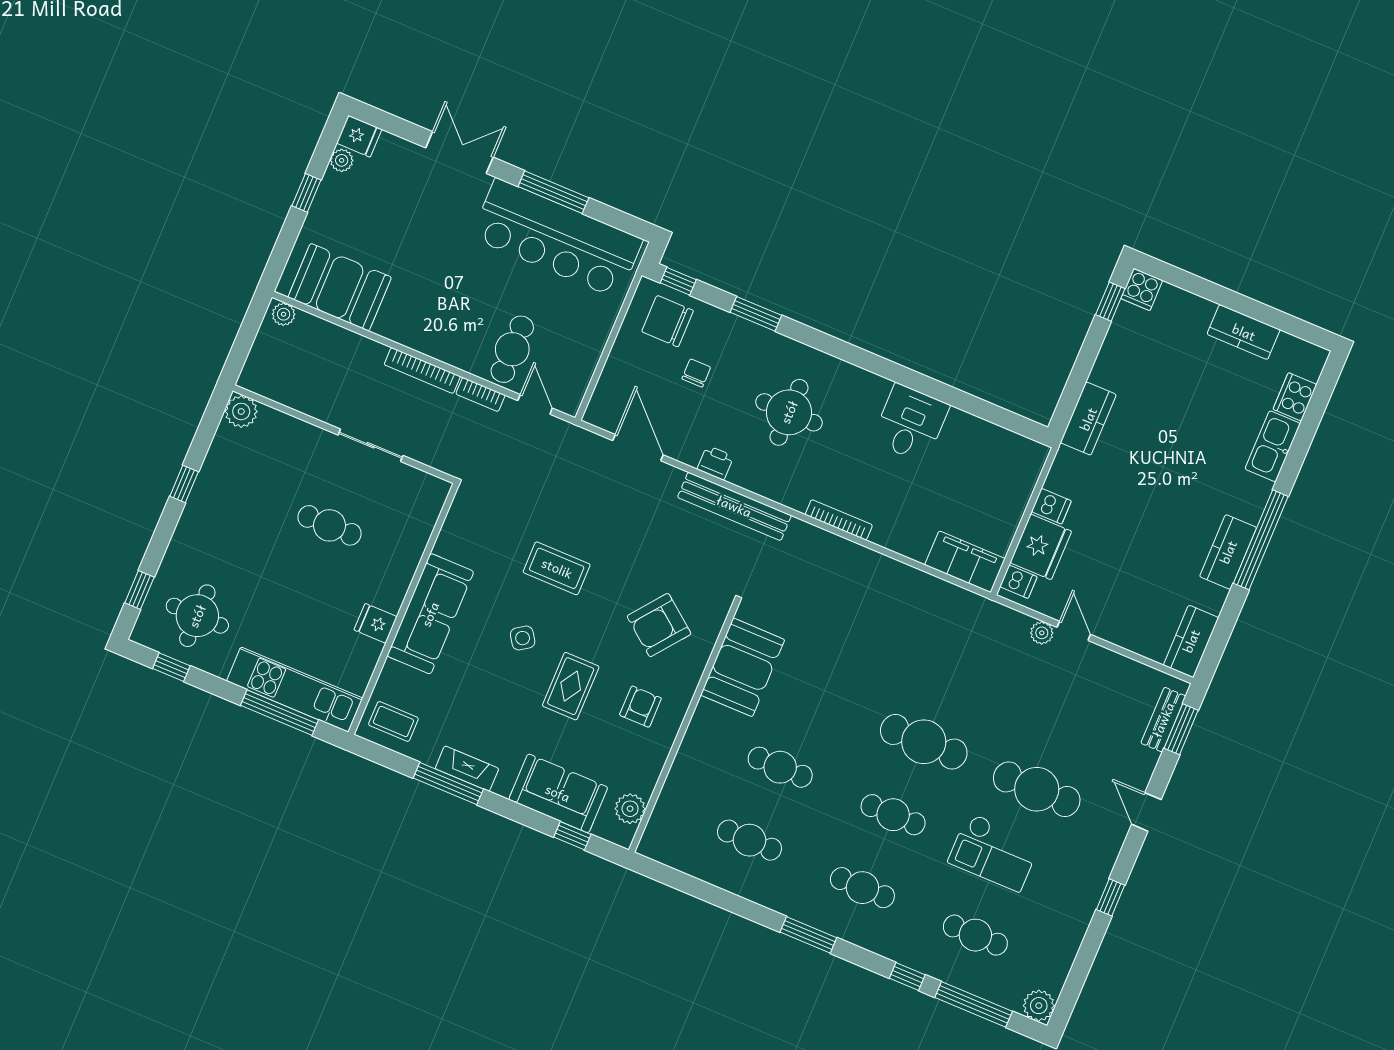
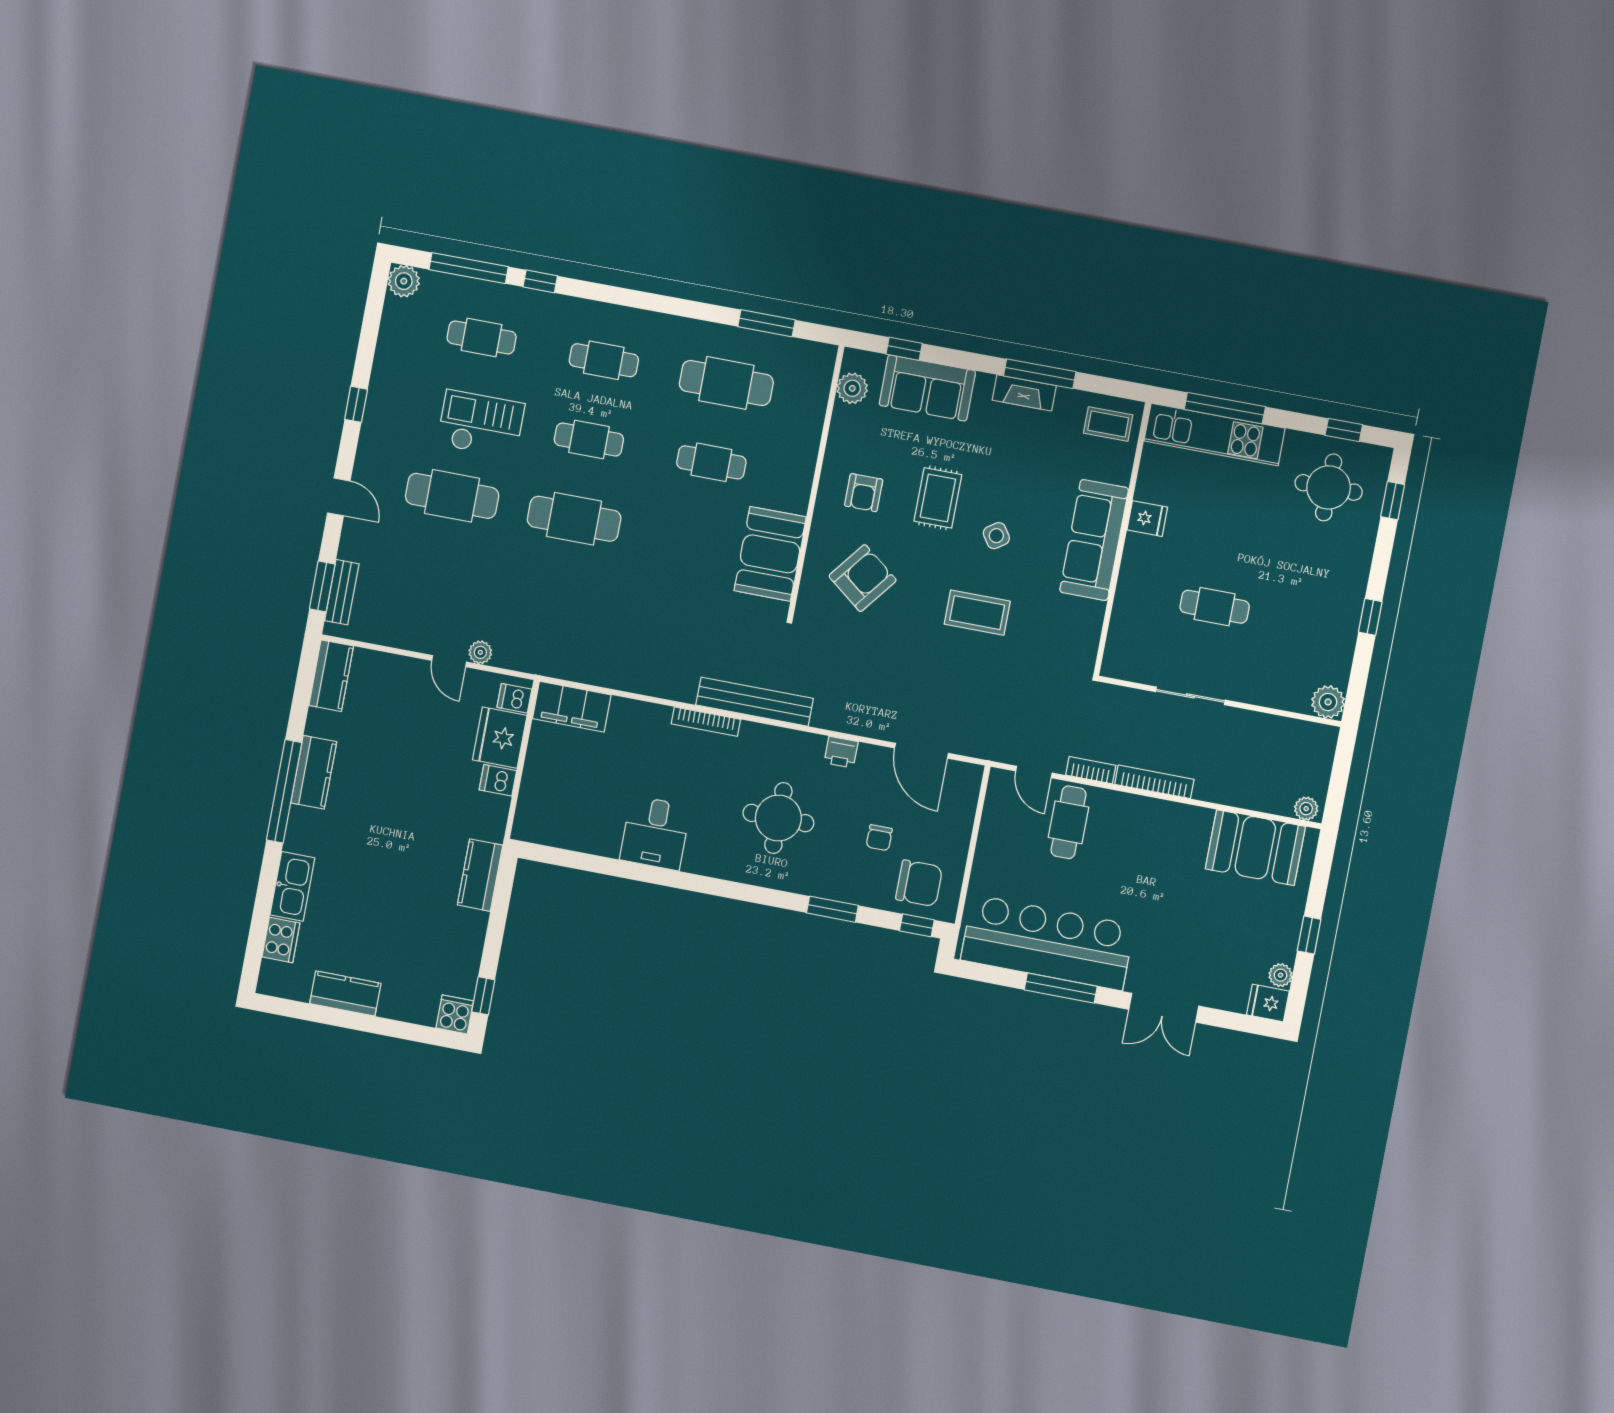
bench: (734, 506) -> (755, 702), moved
cafe table: (750, 840) -> (726, 383), width x1.37, depth x1.35
window: (808, 935) -> (766, 323), moved

